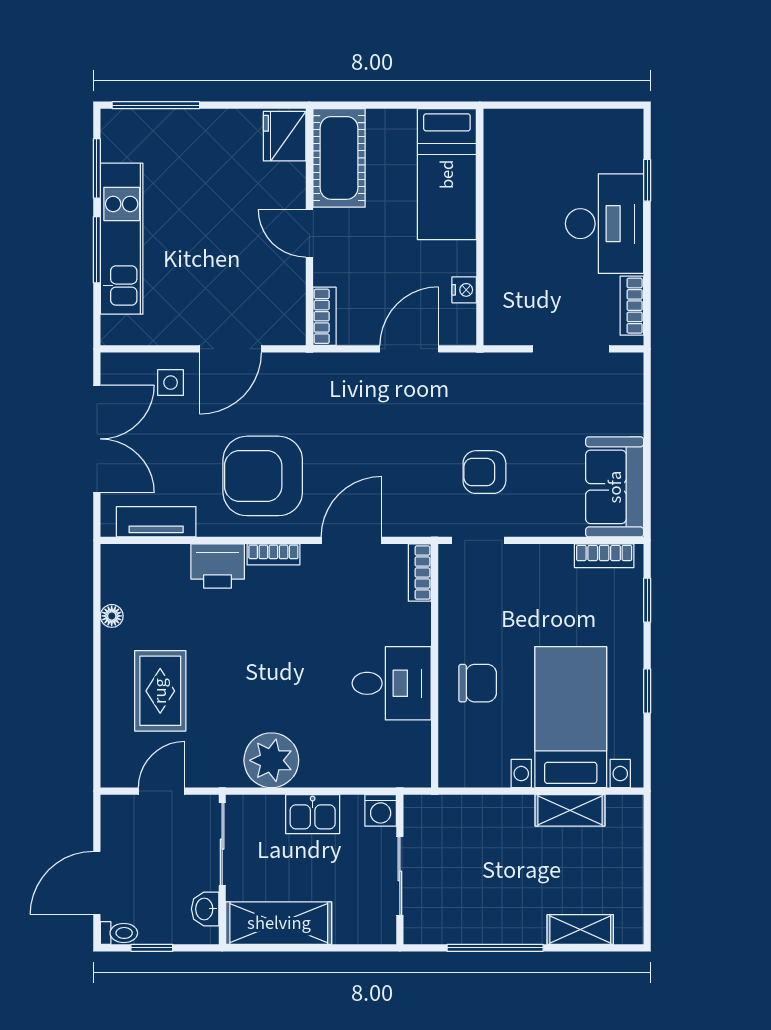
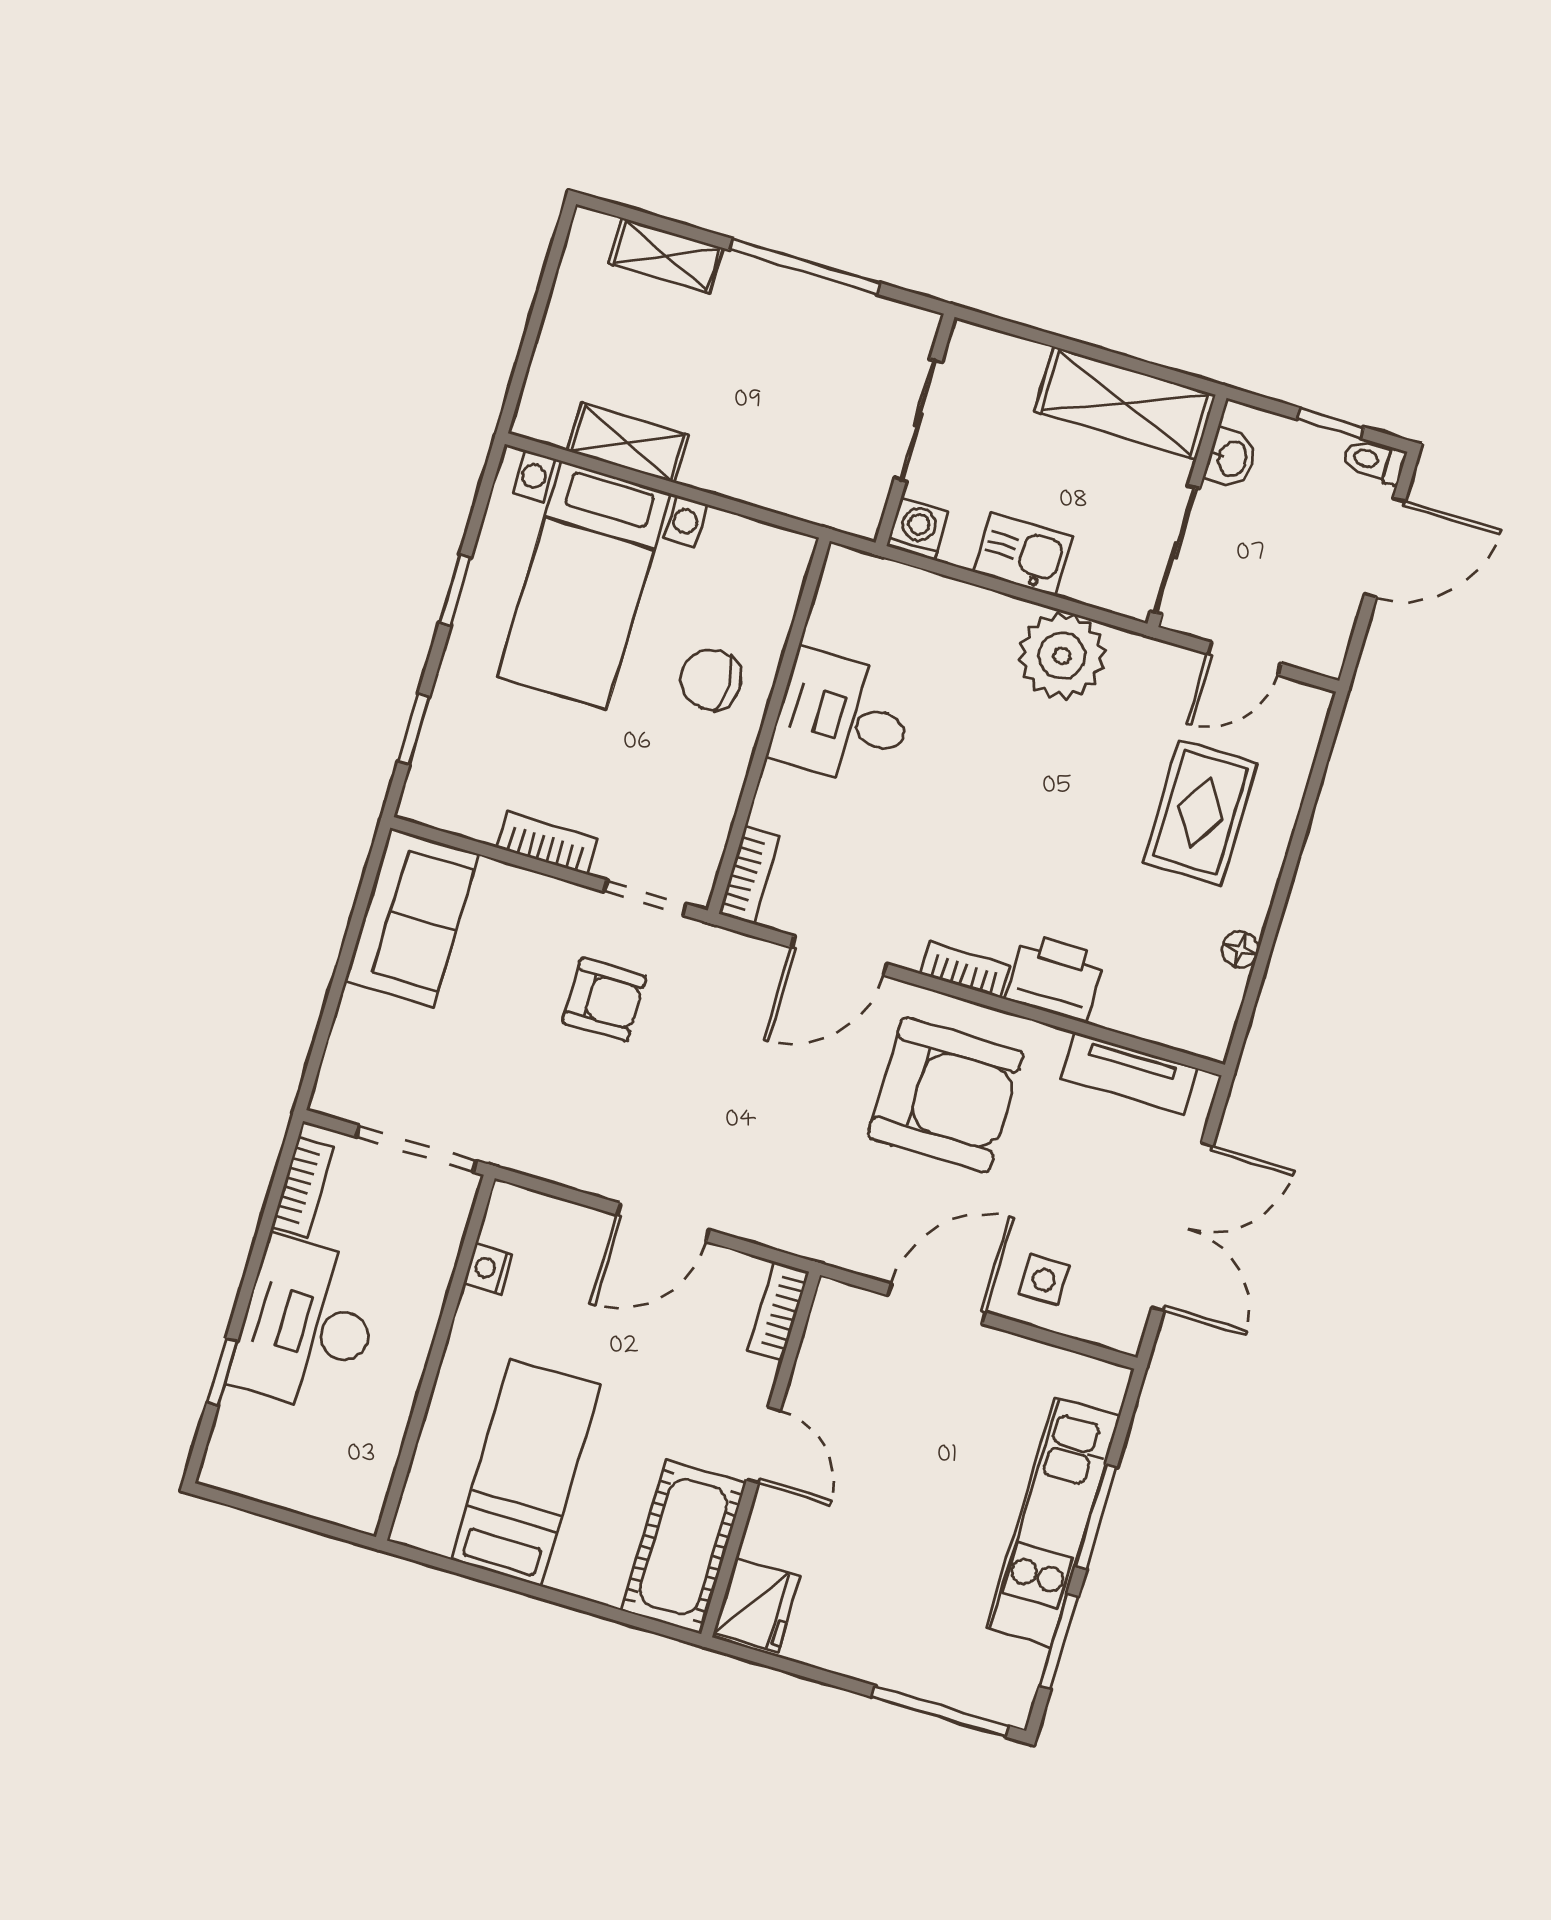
wall: (480, 227) -> (435, 1358), moved
nightstand: (464, 290) -> (488, 1269), moved
double door: (97, 439) -> (1182, 1227), swing flipped
bookcase: (604, 556) -> (547, 843), moved

